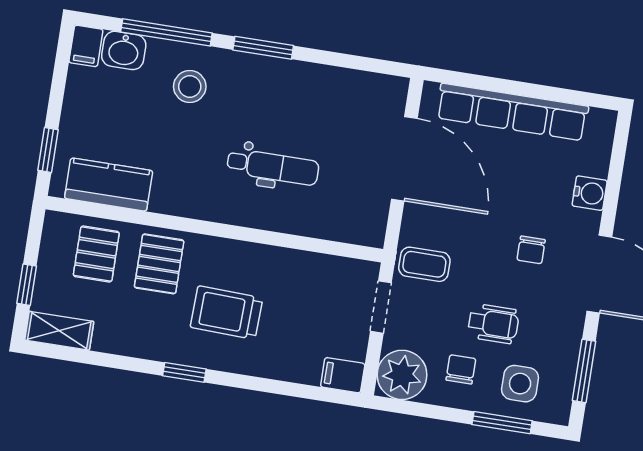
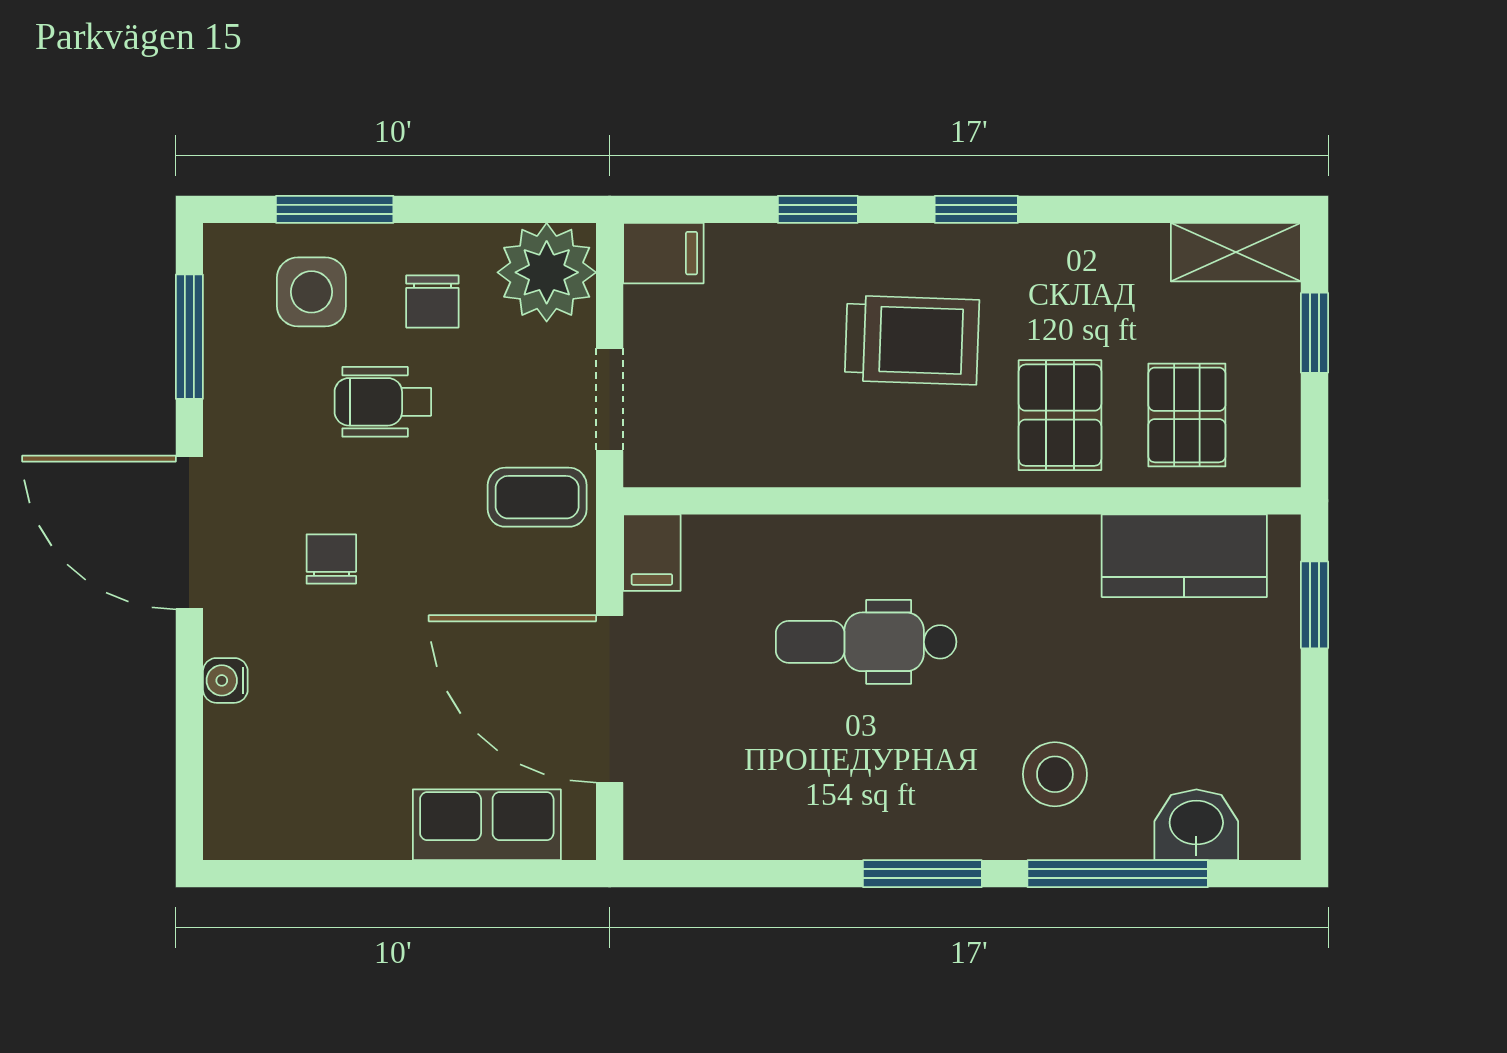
filing cabinet: (86, 46) -> (652, 553), moved, turned 180
row of seats: (512, 112) -> (487, 825), width x0.50
water cooler: (590, 193) -> (225, 680), width x0.72, depth x0.72
window: (263, 385) -> (818, 209), added

